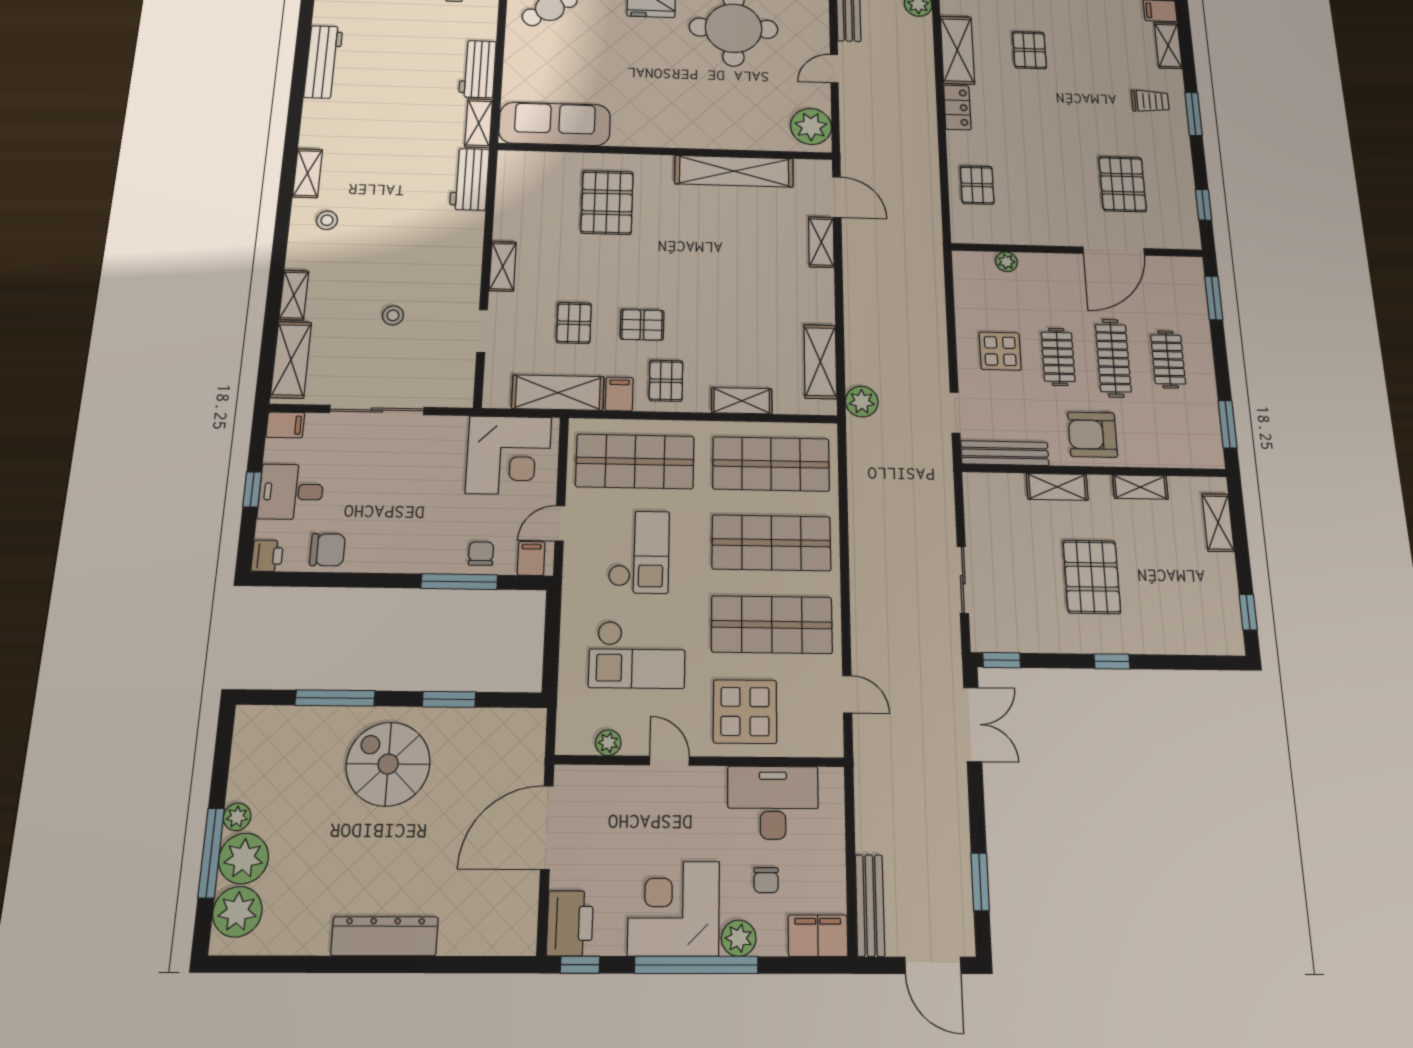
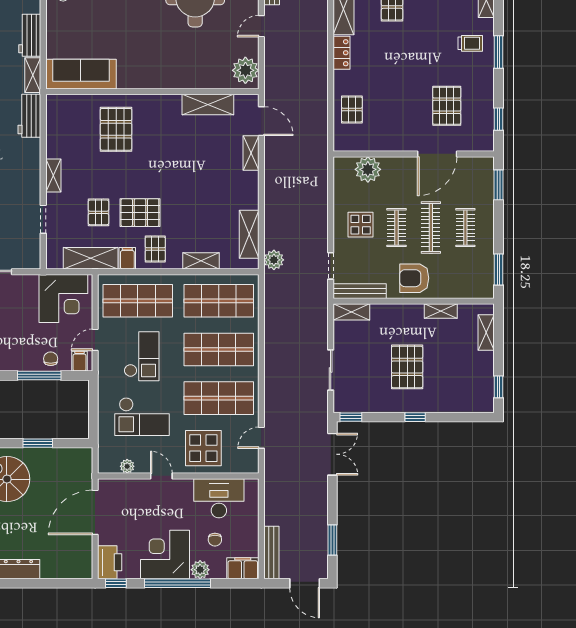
shelving: (734, 171) -> (208, 104), width x0.68
plant: (1006, 262) -> (368, 169), width x1.88, depth x1.88
pallet: (642, 325) -> (140, 213), width x1.50, depth x1.42
shelving: (1057, 487) -> (351, 312), moved
door: (847, 694) -> (261, 438), swing flipped

